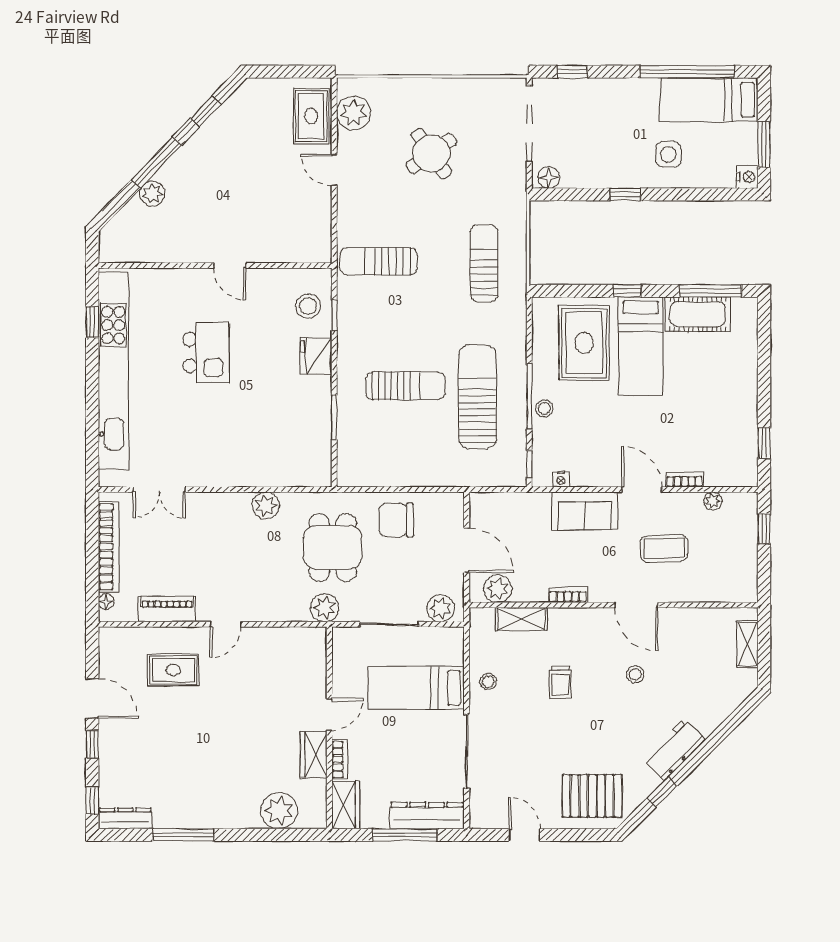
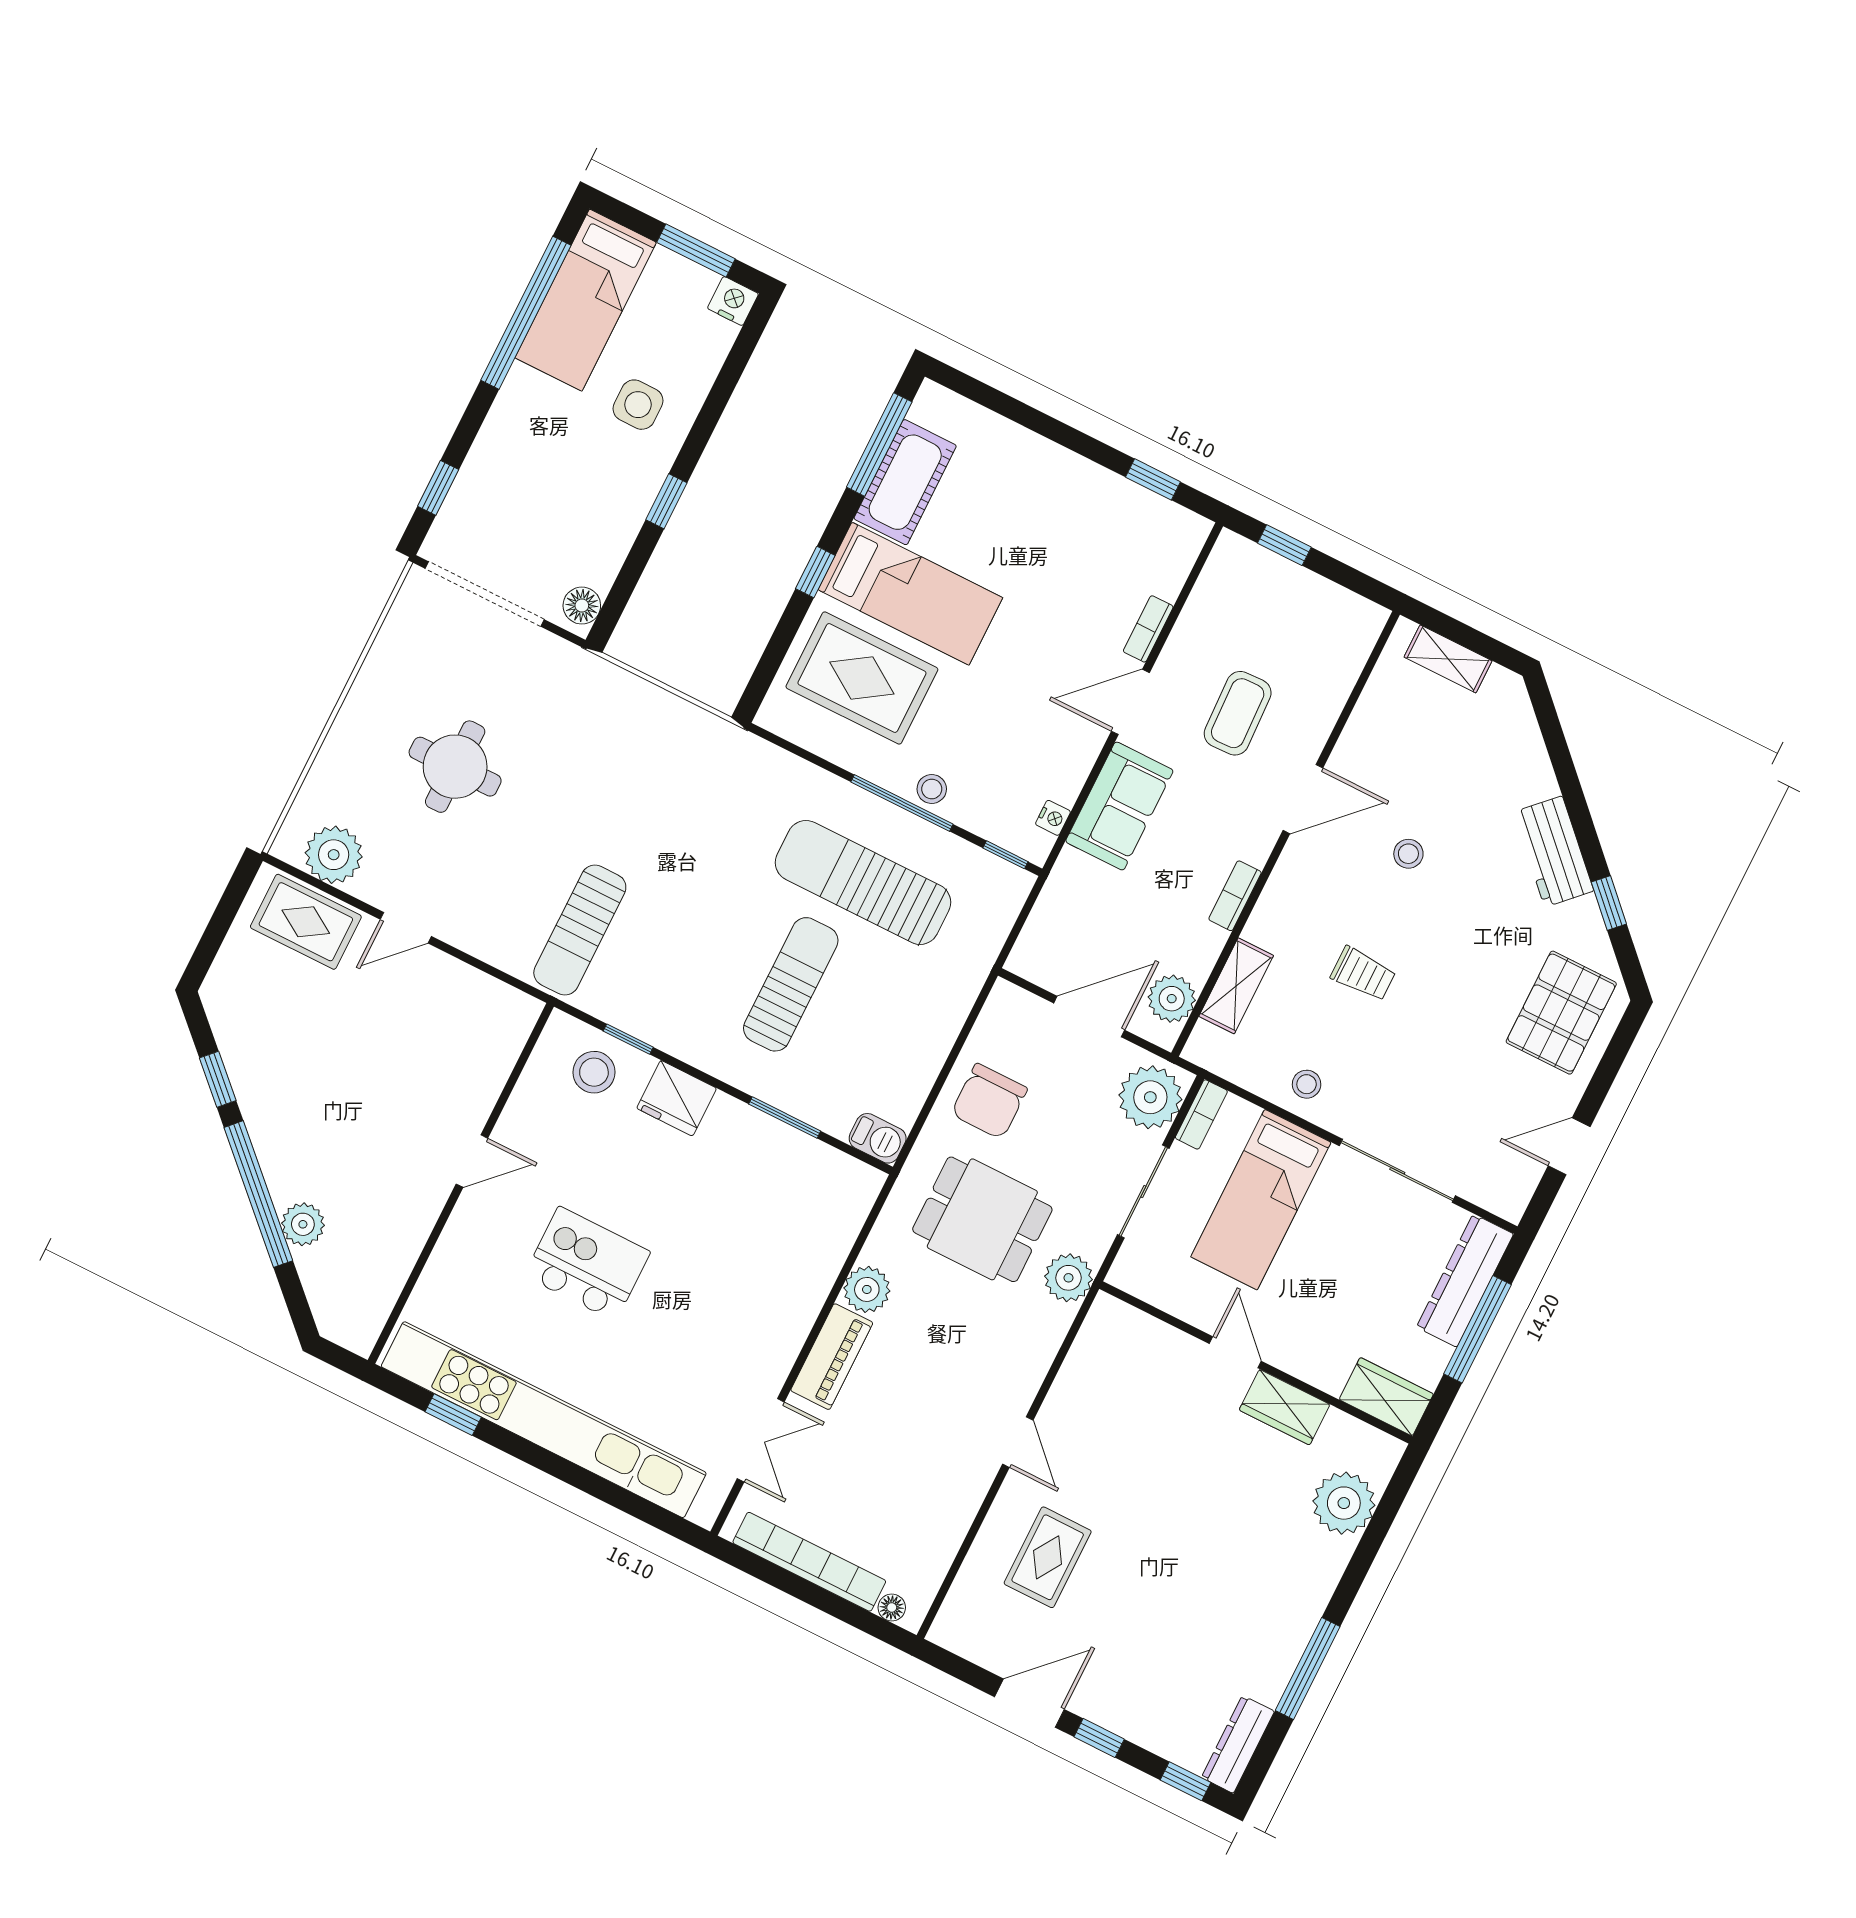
round table: (431, 153) -> (455, 767), turned 35
window: (156, 163) -> (258, 1194), width x1.46
sun lounger: (484, 263) -> (663, 770), removed
barbecue: (348, 472) -> (878, 1138), added
plant: (713, 501) -> (1202, 602), removed
plant: (440, 608) -> (1150, 1097), width x1.36, depth x1.36
piano: (167, 609) -> (832, 1357), moved, turned 180
bookcase: (340, 760) -> (1201, 1114), moved, turned 90

